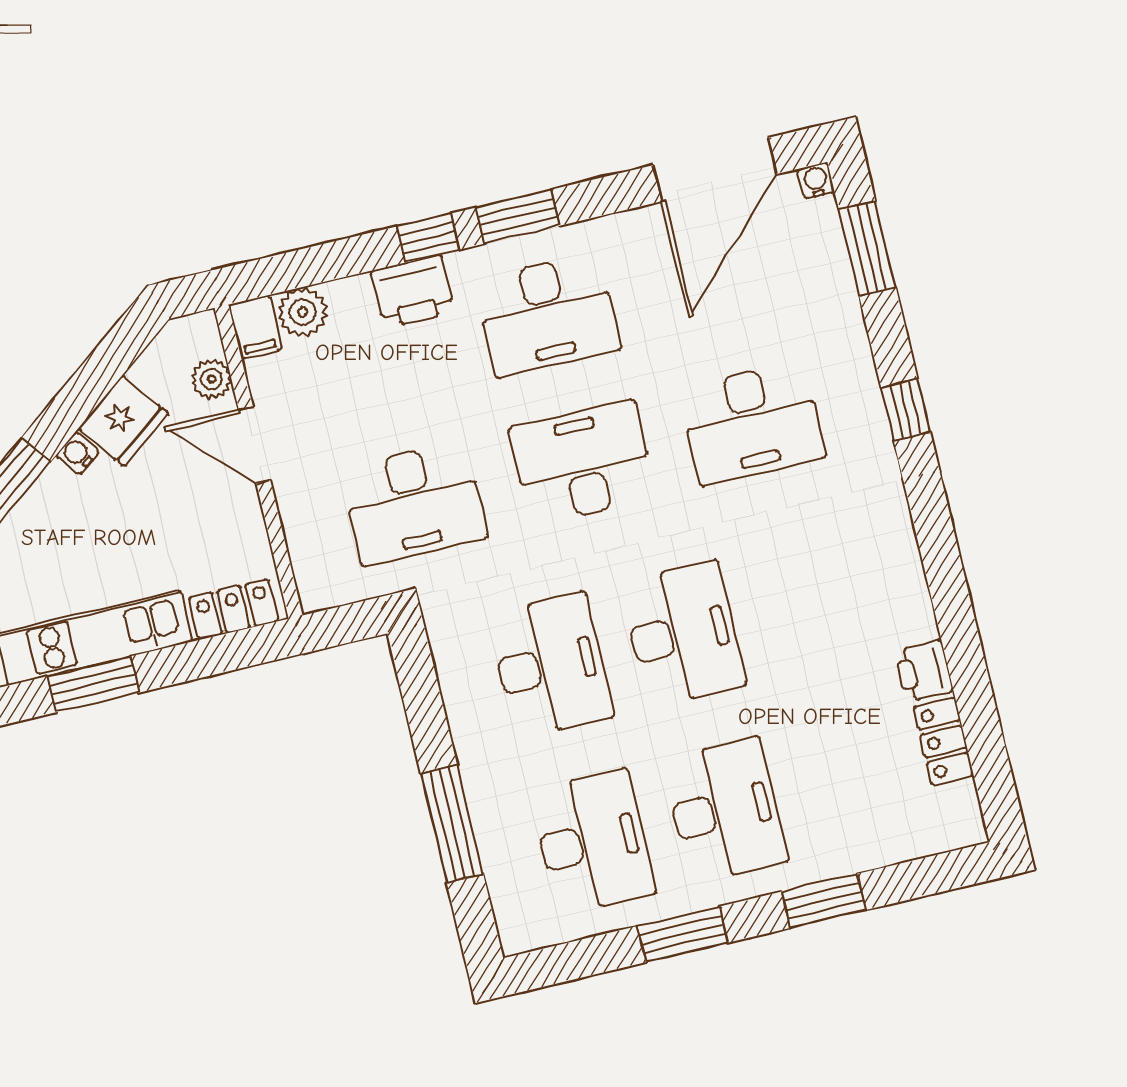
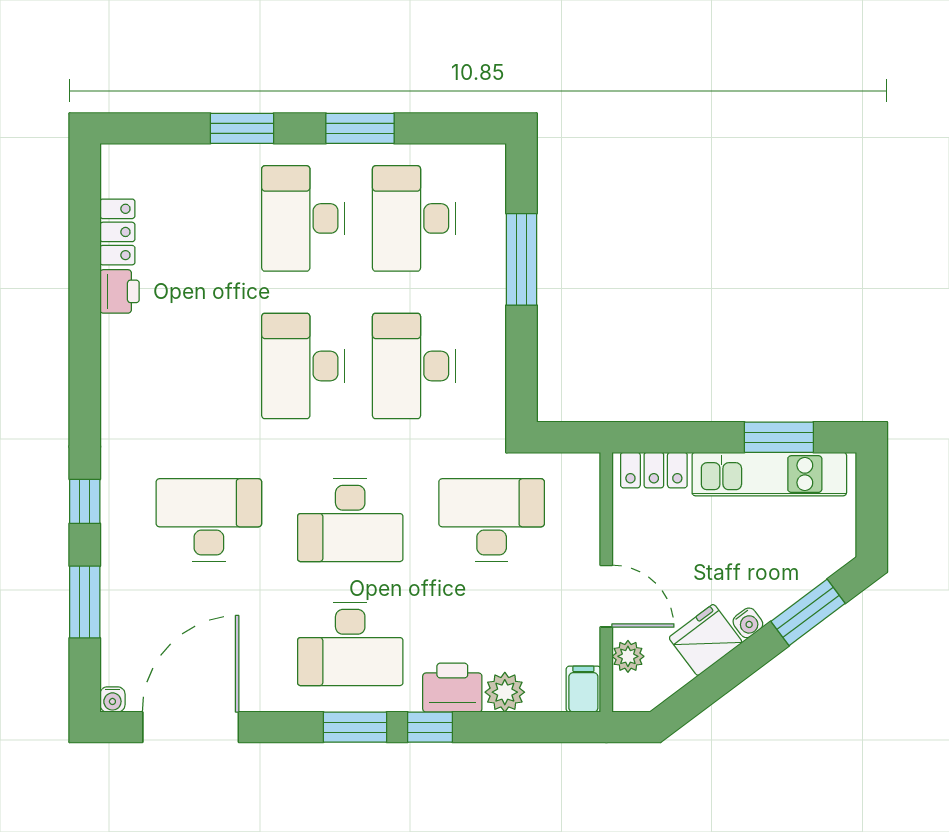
window: (867, 249) -> (85, 602), moved
plant: (303, 312) -> (505, 692), moved
desk: (547, 314) -> (350, 644), turned 180

